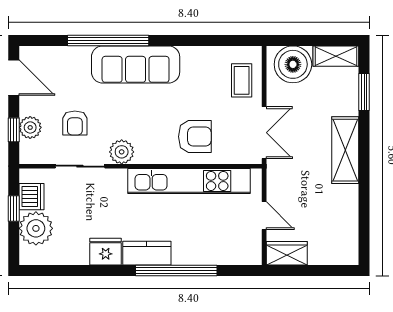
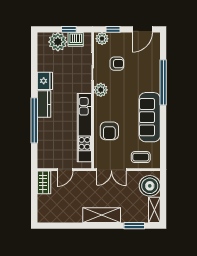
sofa: (136, 64) -> (150, 117), moved
armchair: (75, 123) -> (117, 64), turned 180
plant: (30, 127) -> (102, 39), moved

